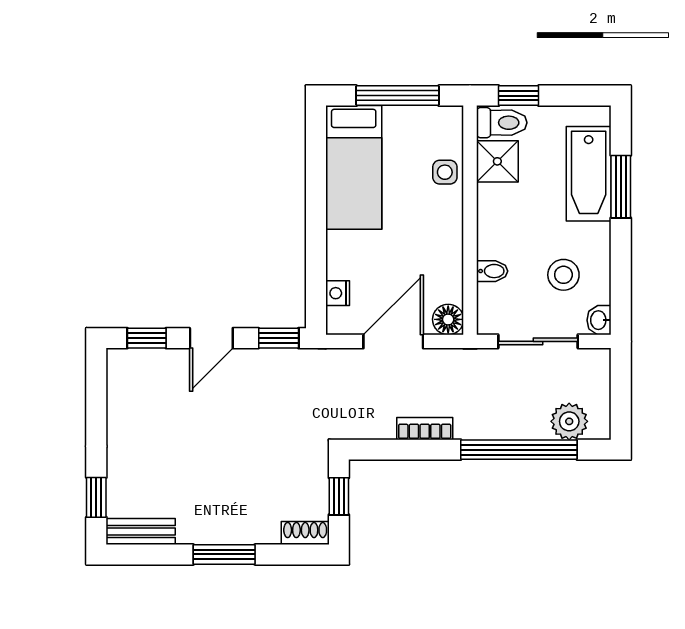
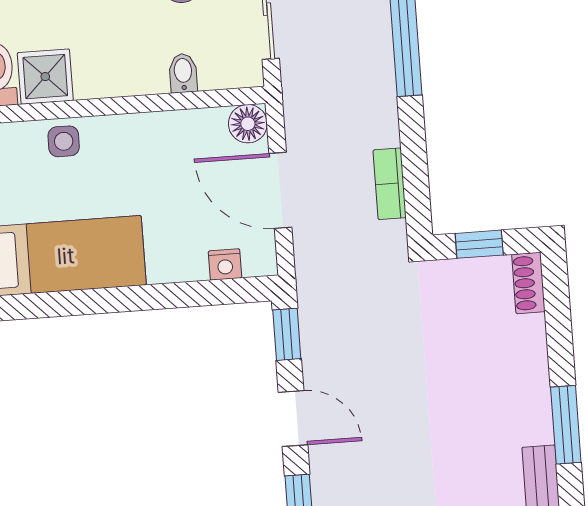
bookcase: (425, 429) -> (390, 184), moved
window: (224, 554) -> (566, 425), moved

